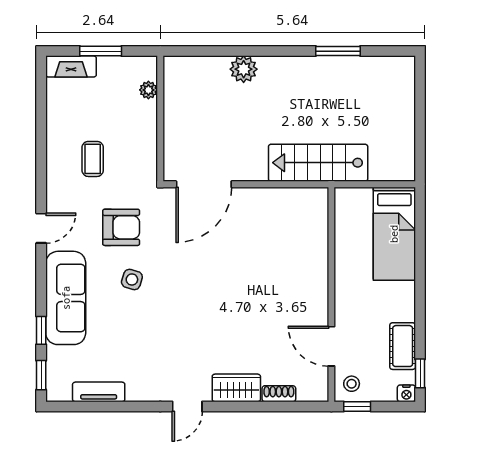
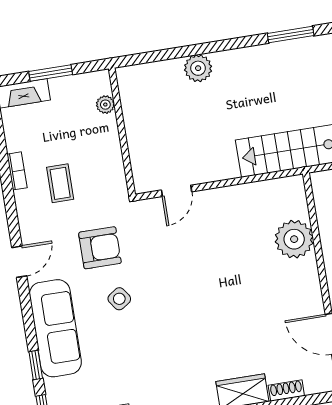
bookcase: (53, 140) -> (17, 171), added
door: (204, 184) -> (177, 191), width x0.53
plant: (310, 249) -> (294, 239), added
side table: (132, 279) -> (119, 299), turned 38

